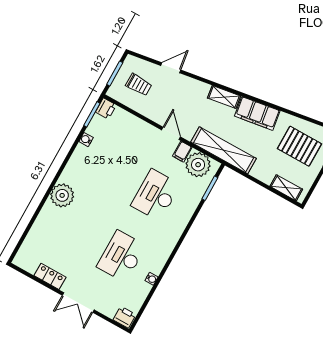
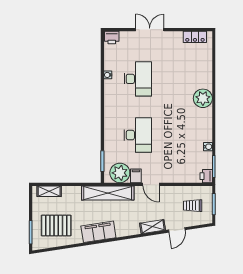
shelving: (224, 97) -> (153, 227), moved
locker: (50, 276) -> (195, 37), moved

